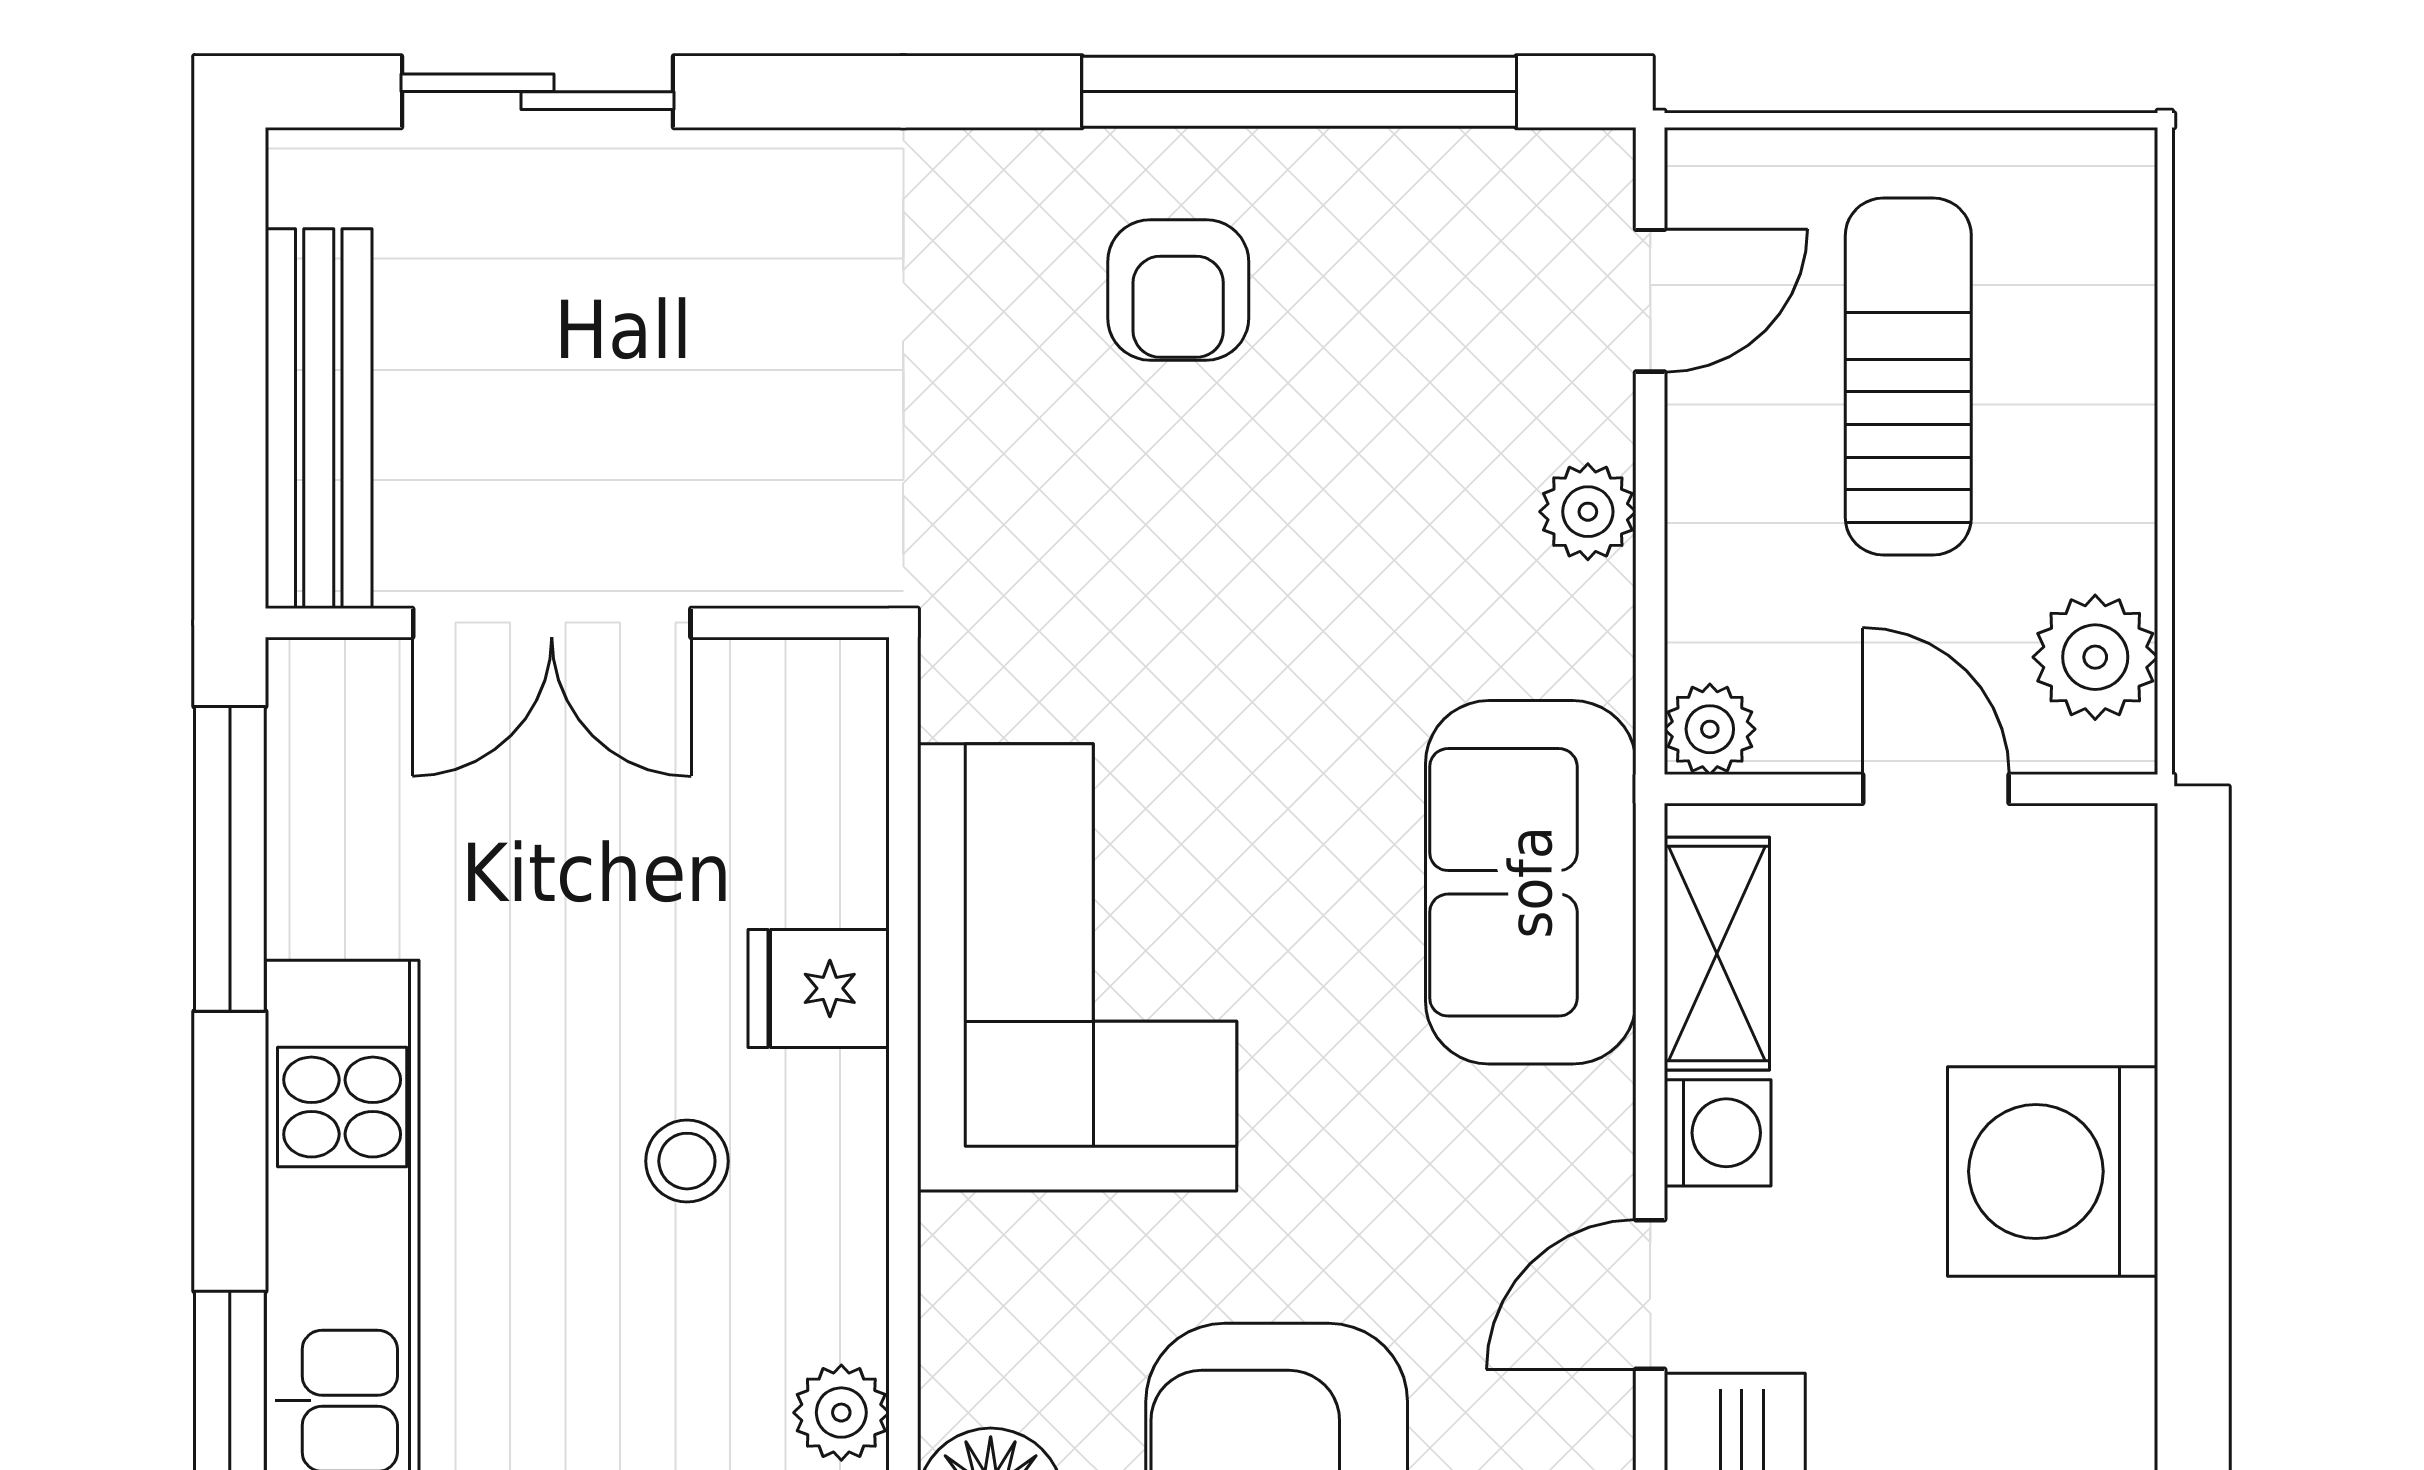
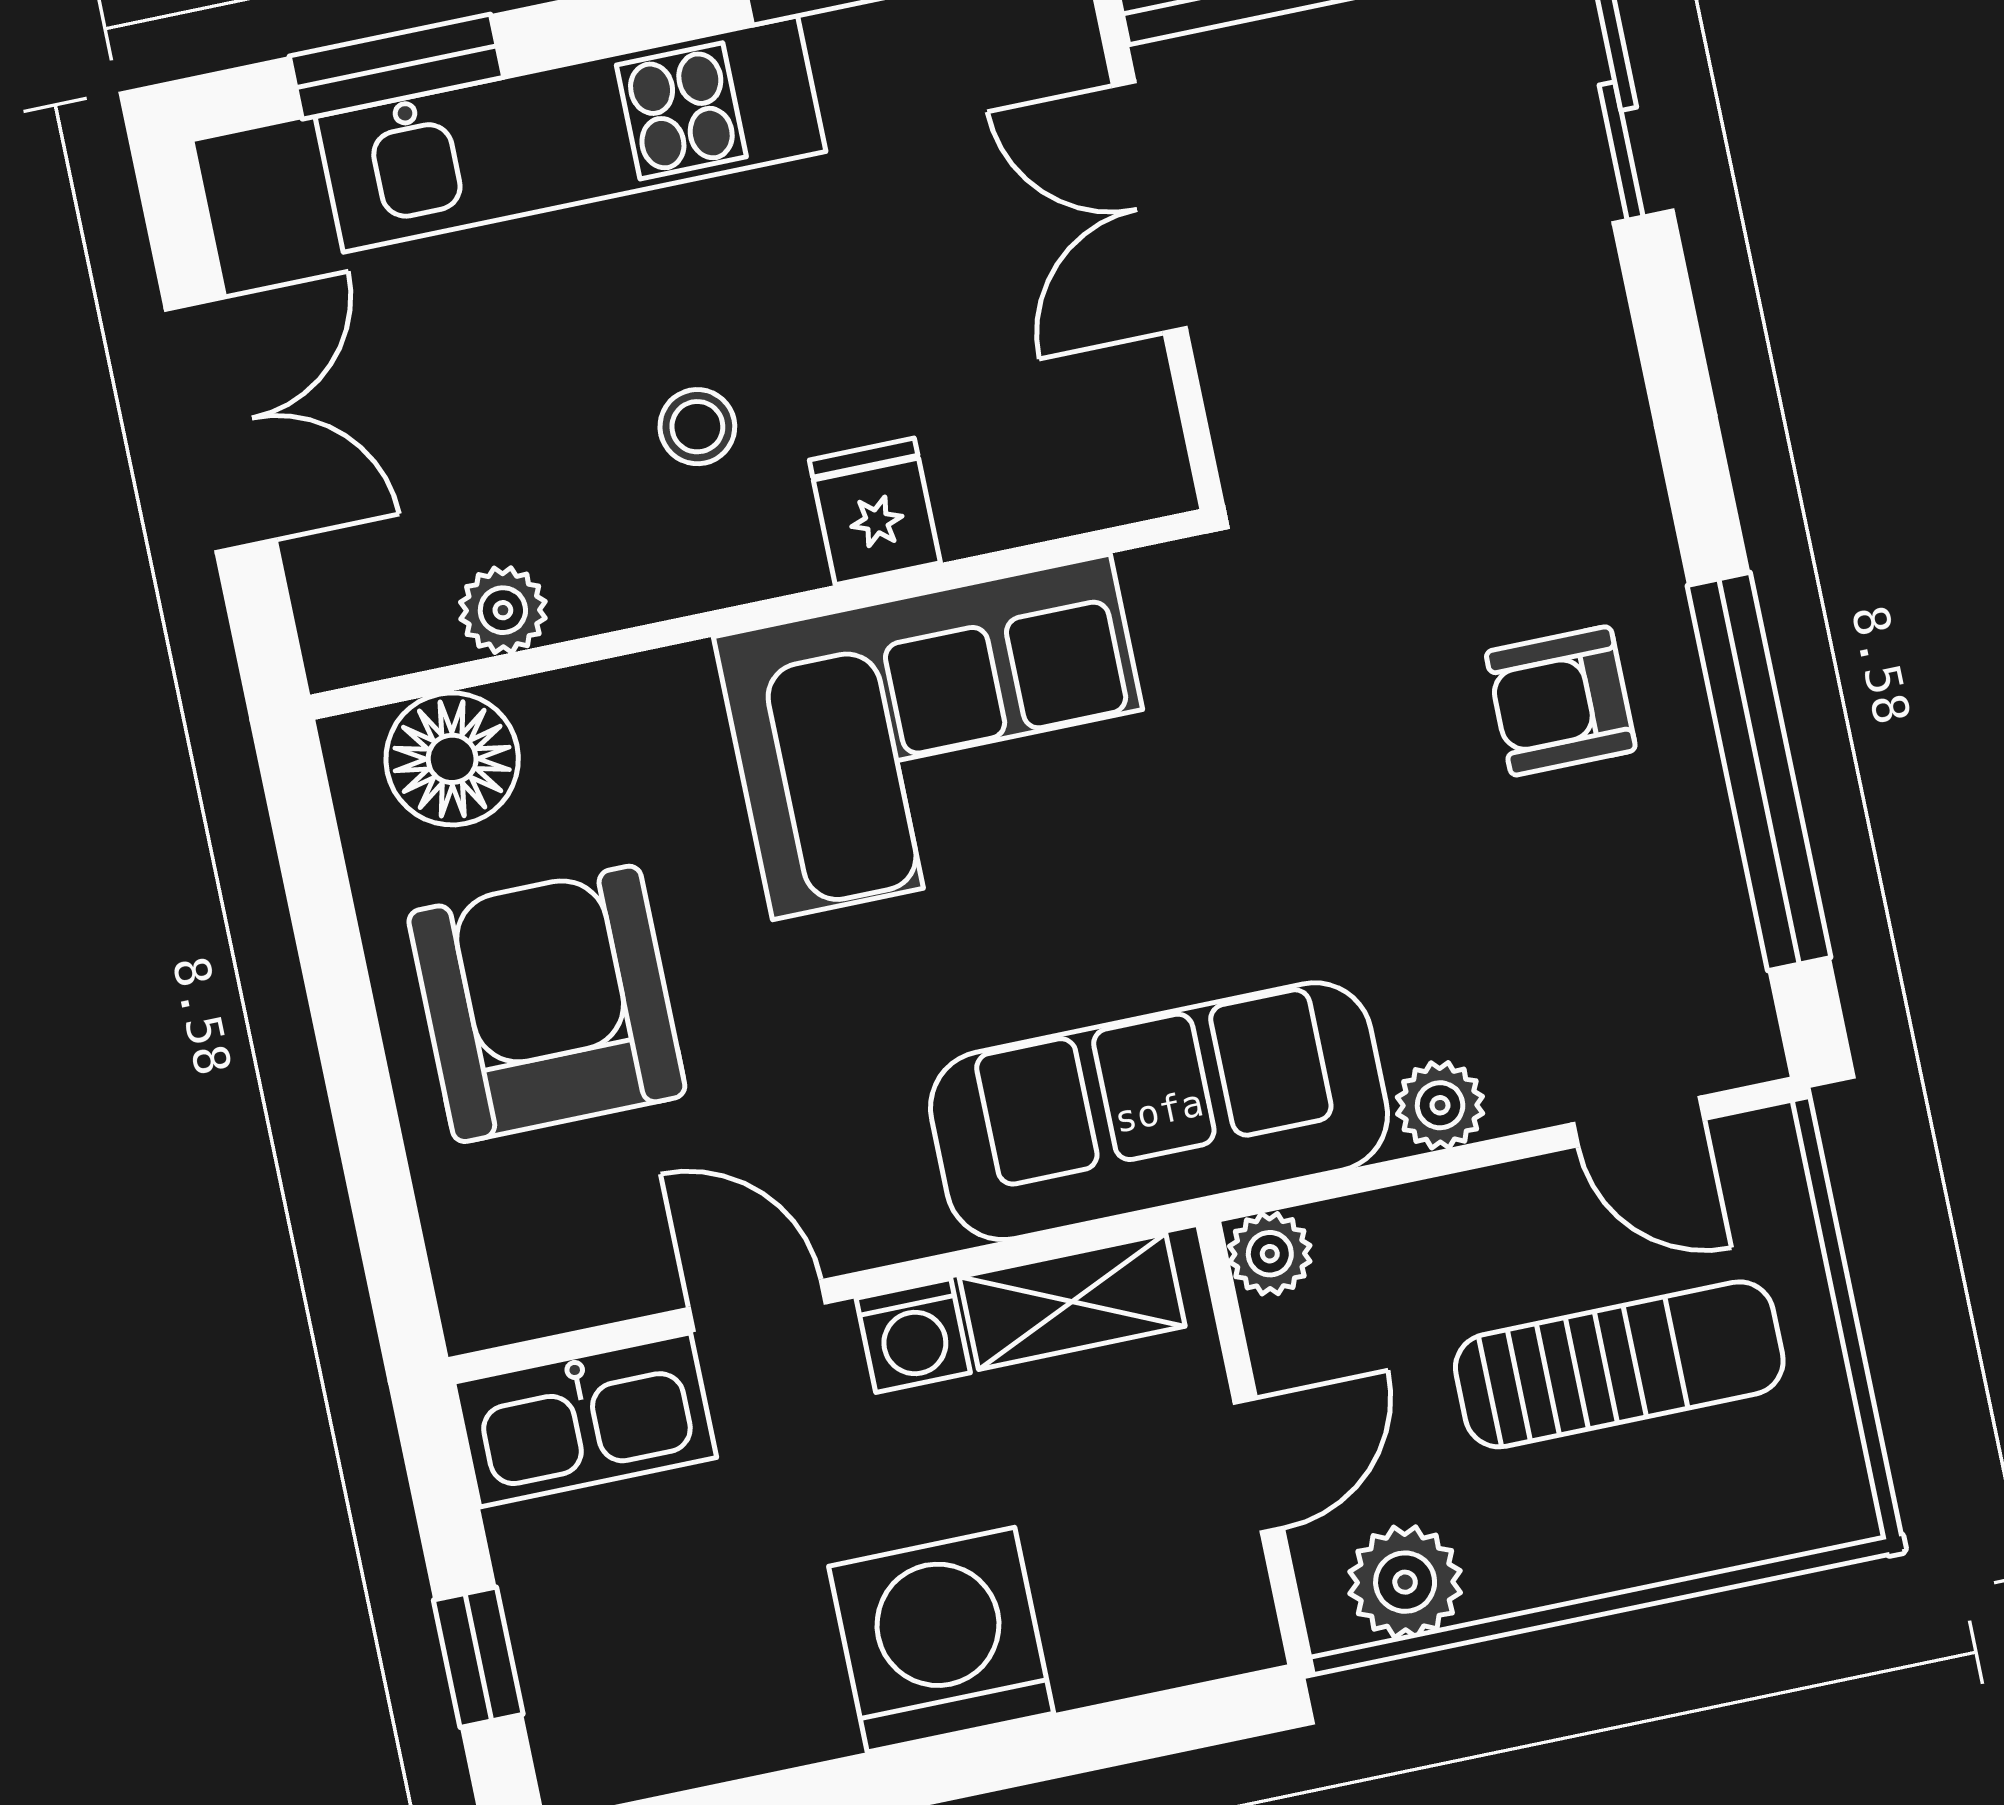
sofa: (1531, 882) -> (1159, 1111), width x1.36

